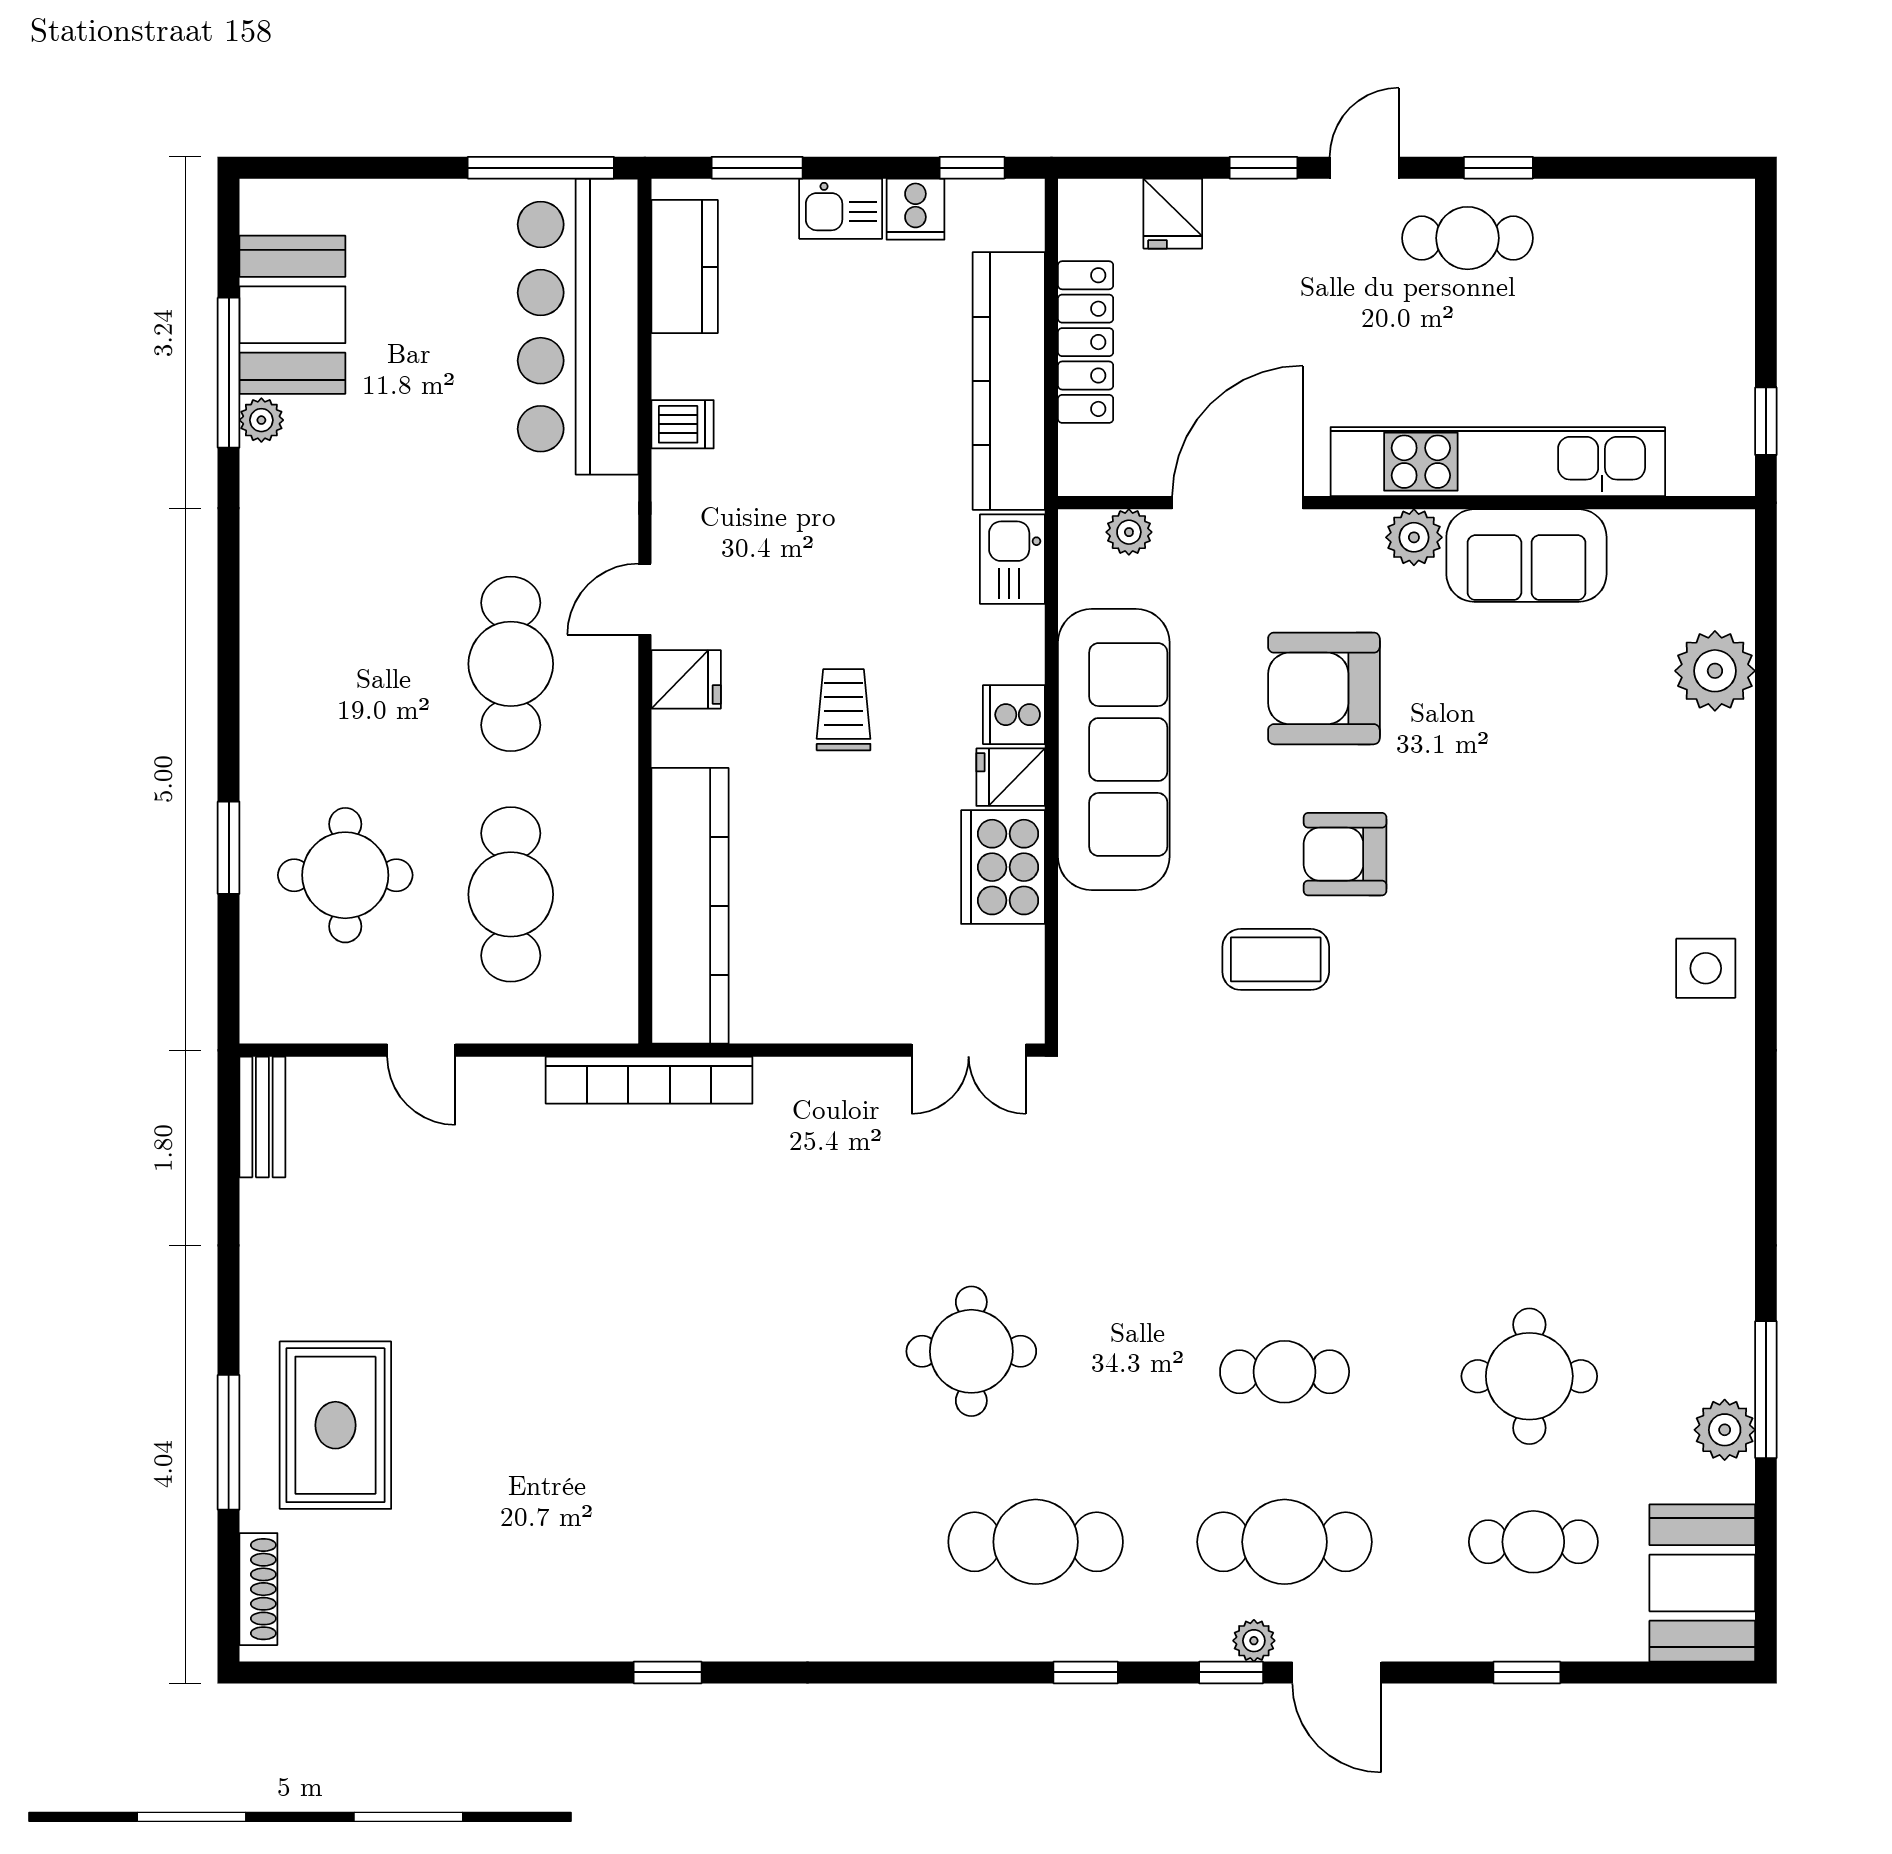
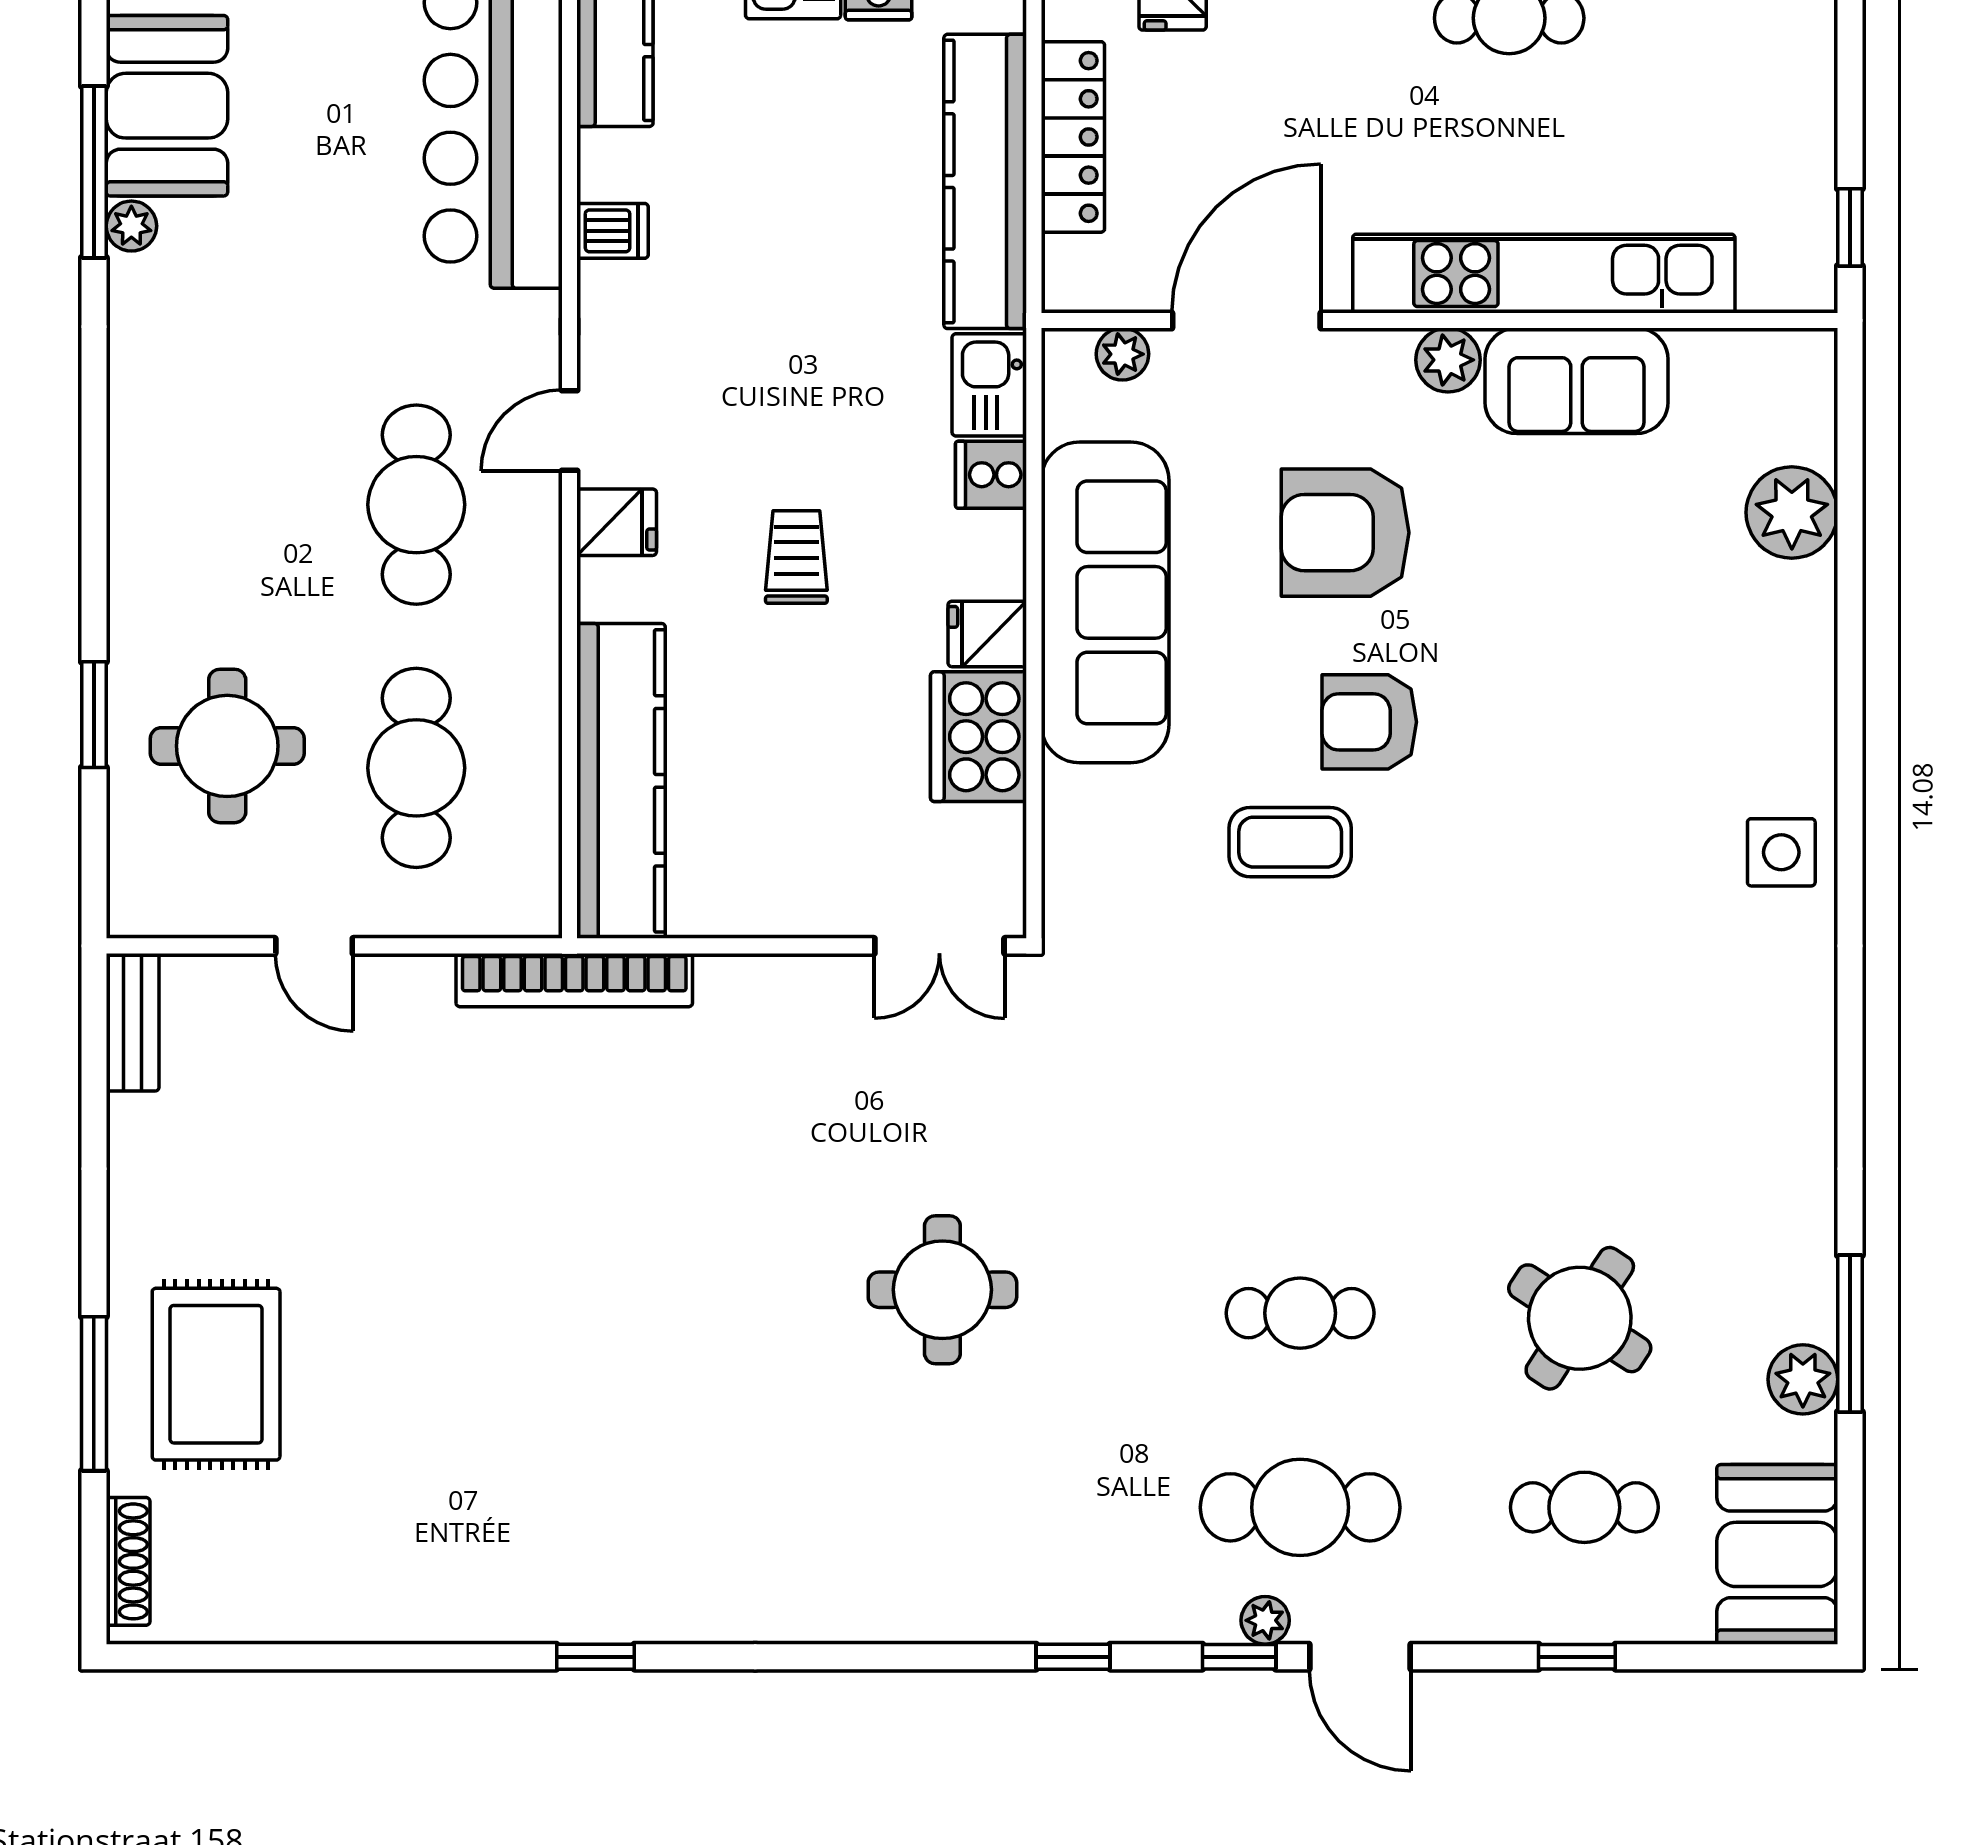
cooker: (1014, 715) -> (991, 475), moved
round table: (1529, 1376) -> (1580, 1318), turned 33
cafe table: (1036, 1542) -> (1016, 1507), removed

